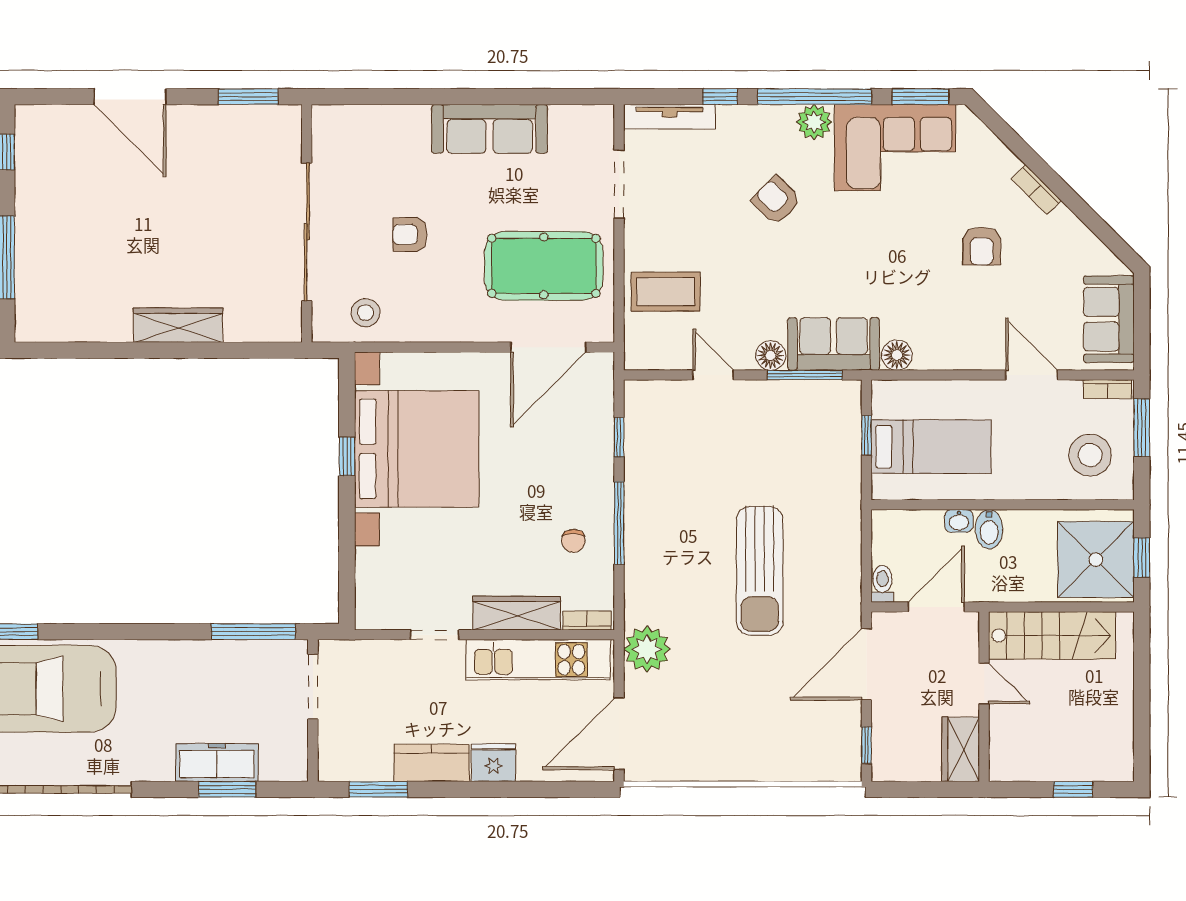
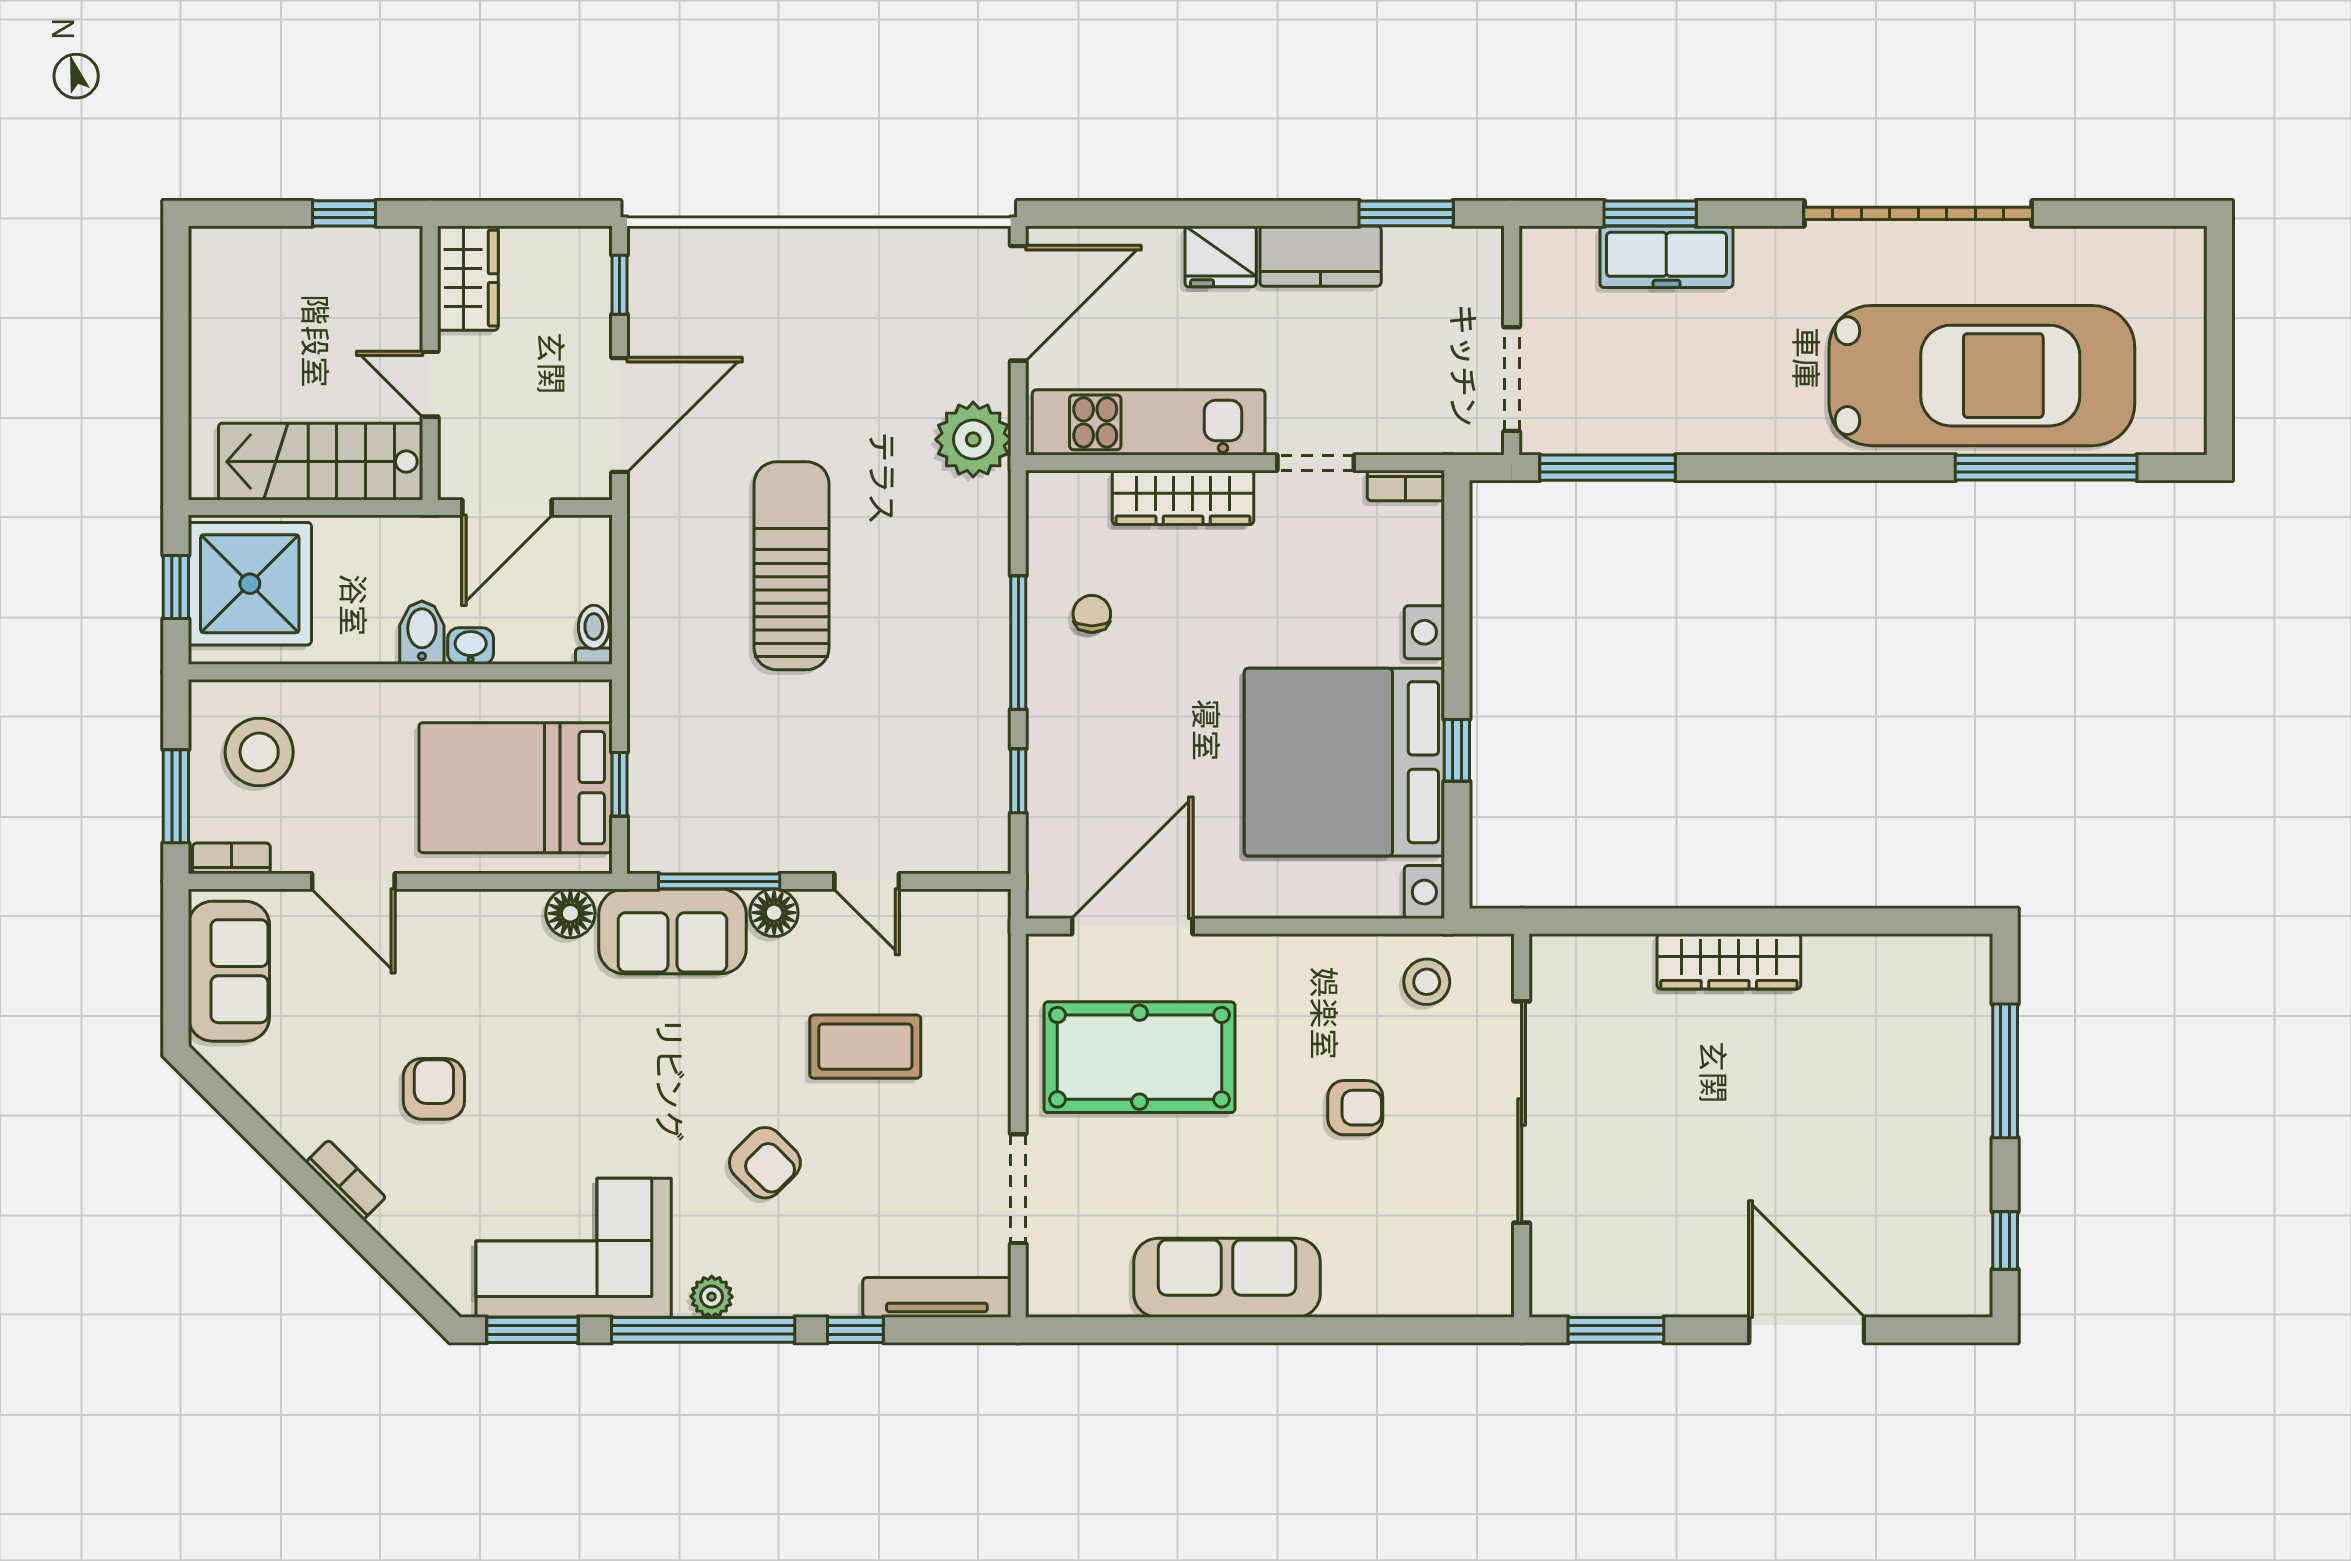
plant: (814, 122) -> (712, 1297), width x0.73, depth x0.73
coffee table: (666, 292) -> (865, 1047), moved
bed: (931, 447) -> (516, 788), width x1.50
toilet: (882, 584) -> (594, 635), moved, turned 180
bookcase: (587, 621) -> (1406, 486), moved
window: (1073, 789) -> (344, 213), moved

